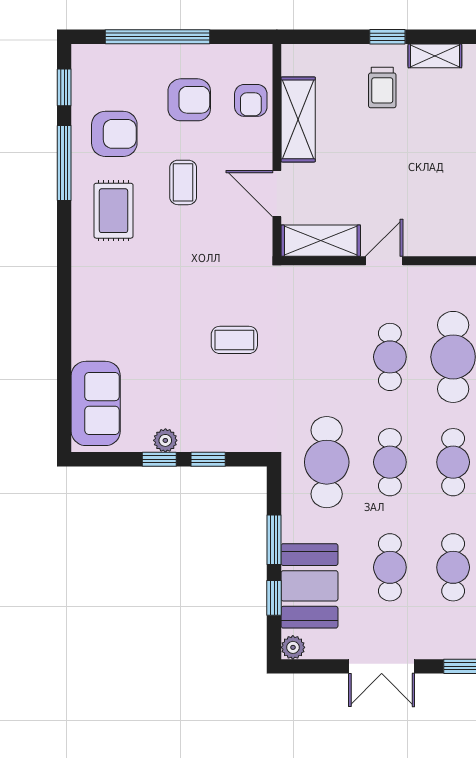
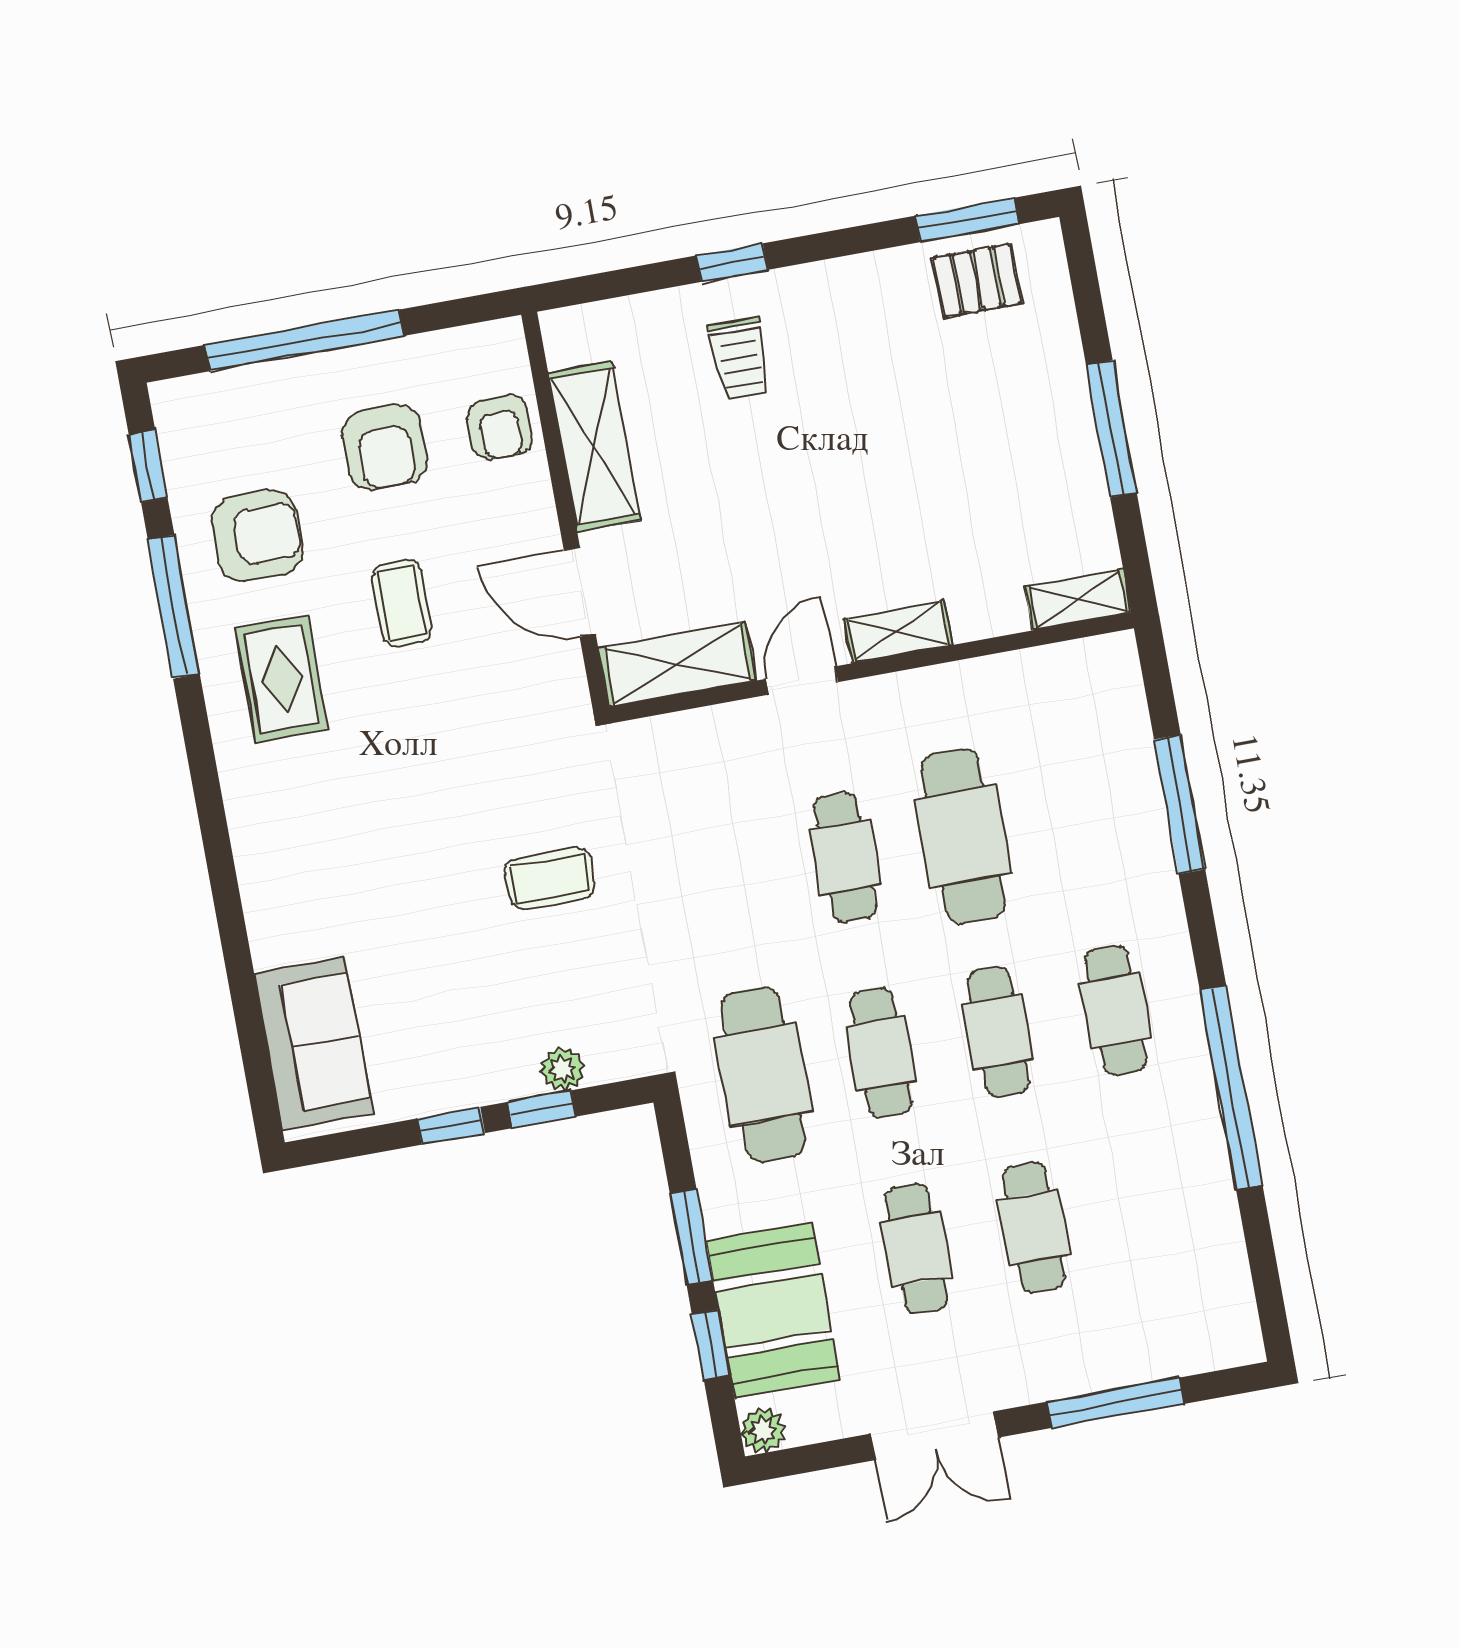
shelving: (435, 56) -> (898, 632), moved
armchair: (189, 100) -> (385, 447), turned 90
plant: (165, 440) -> (563, 1069), moved

